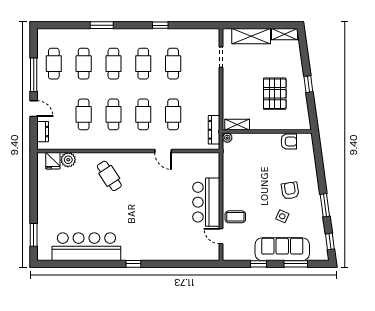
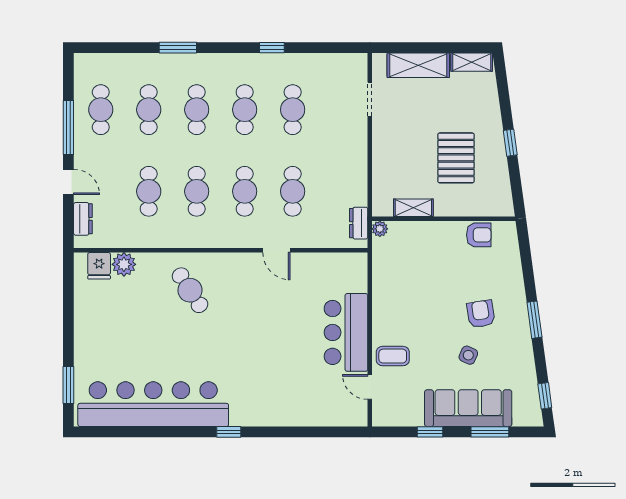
shelving: (237, 125) -> (413, 208), moved
dresser: (214, 130) -> (359, 223), width x0.70
window: (325, 205) -> (534, 320), moved
bar counter: (86, 247) -> (153, 404), width x1.36

